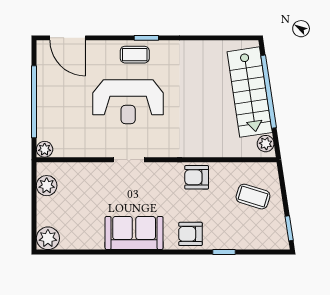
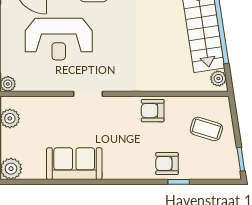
reception desk: (128, 102) -> (59, 39), moved
sofa: (134, 233) -> (74, 164), moved
armchair: (190, 234) -> (167, 164), moved

